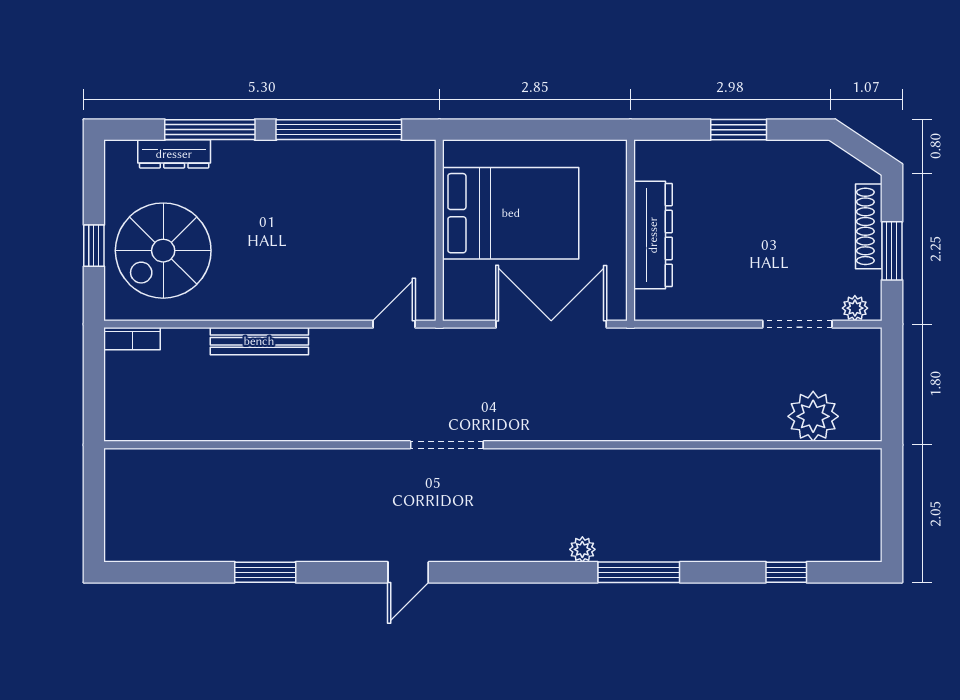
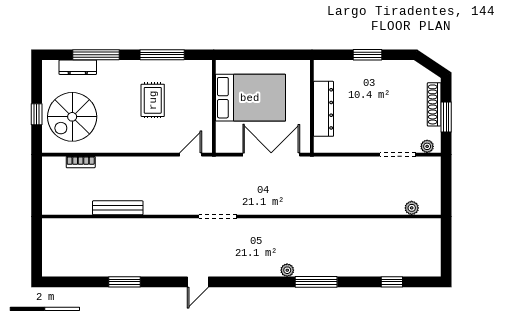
window: (339, 130) -> (162, 55), width x0.68
rug: (320, 218) -> (153, 100), added
bookcase: (132, 339) -> (81, 162), moved
bench: (259, 341) -> (118, 208), moved
plant: (813, 416) -> (412, 208), width x0.53, depth x0.53

